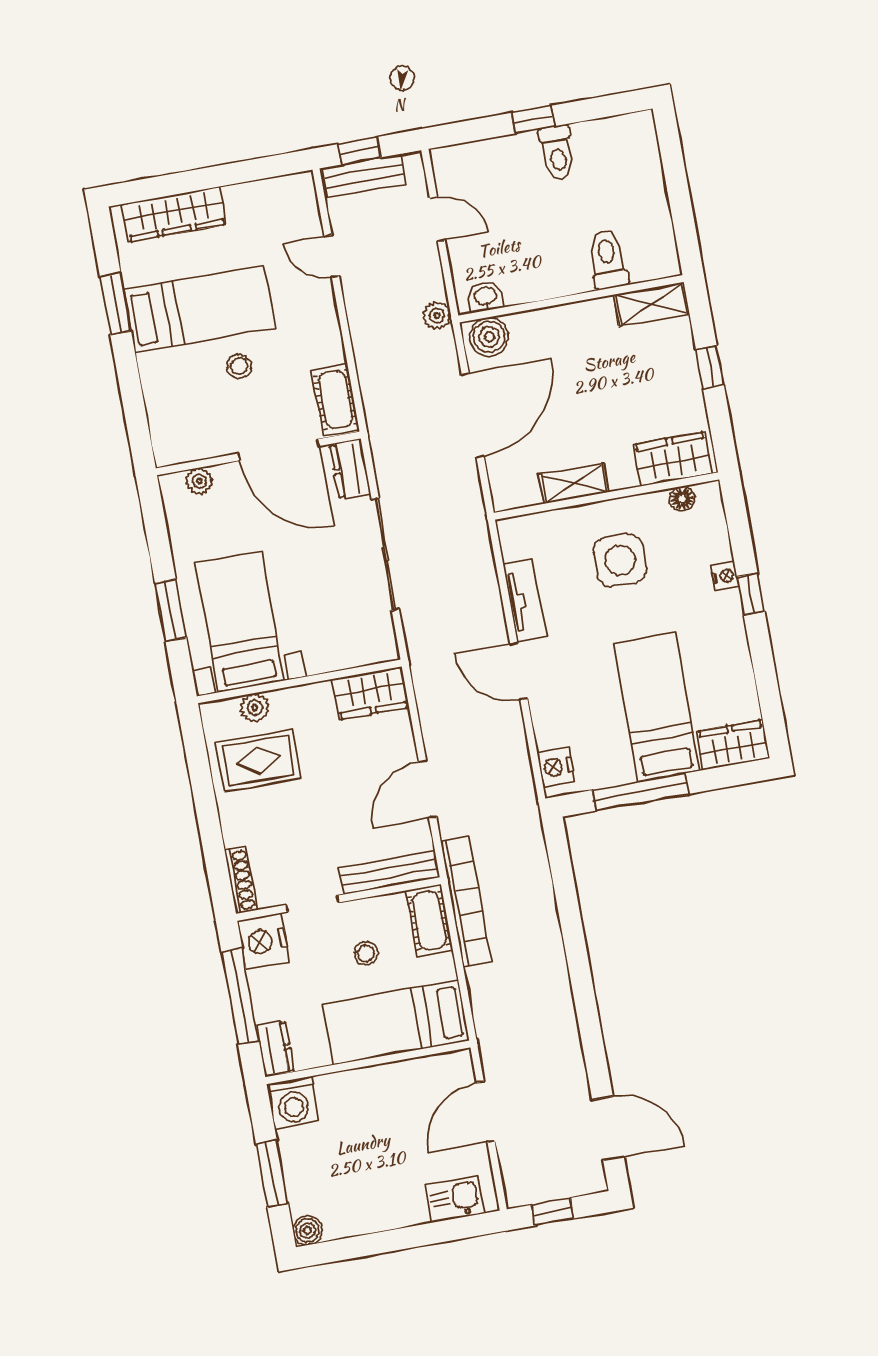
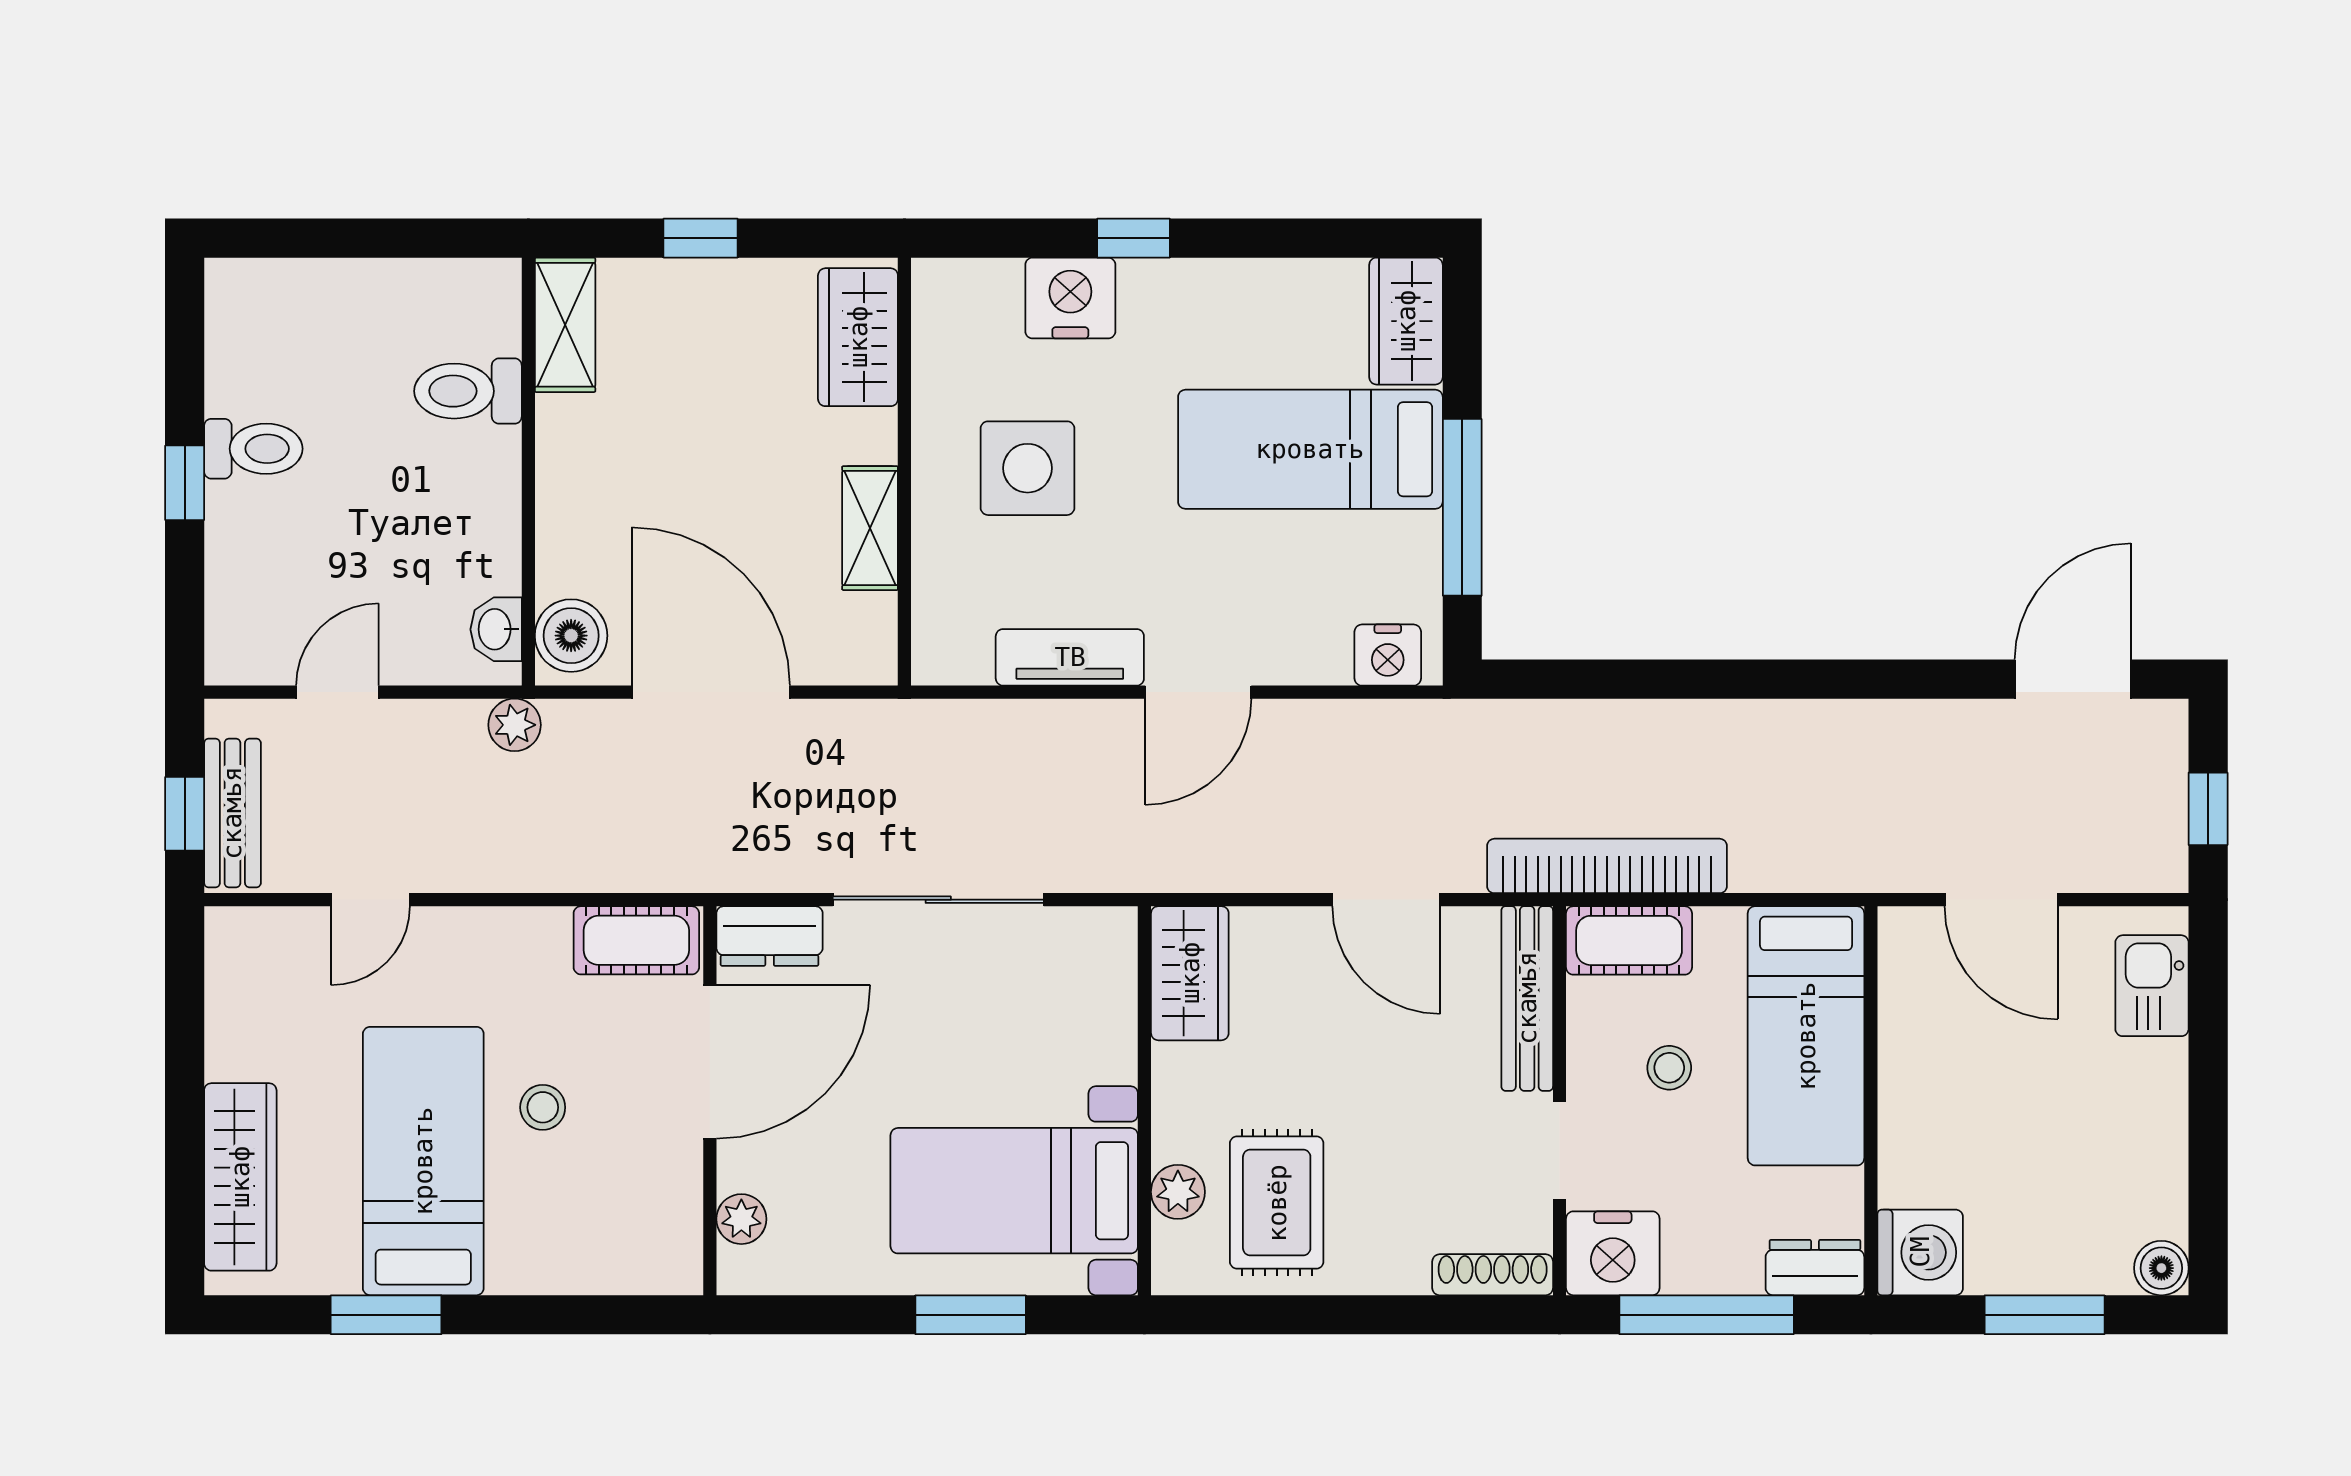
floor lamp: (682, 499) -> (934, 333), removed
nightstand: (725, 576) -> (1070, 298), width x1.89, depth x1.79

